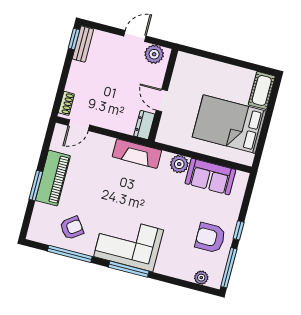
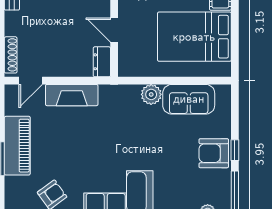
shoe rack: (66, 103) -> (11, 55), width x1.43
fireplace: (137, 154) -> (72, 95), moved
armchair: (210, 238) -> (214, 153), moved

